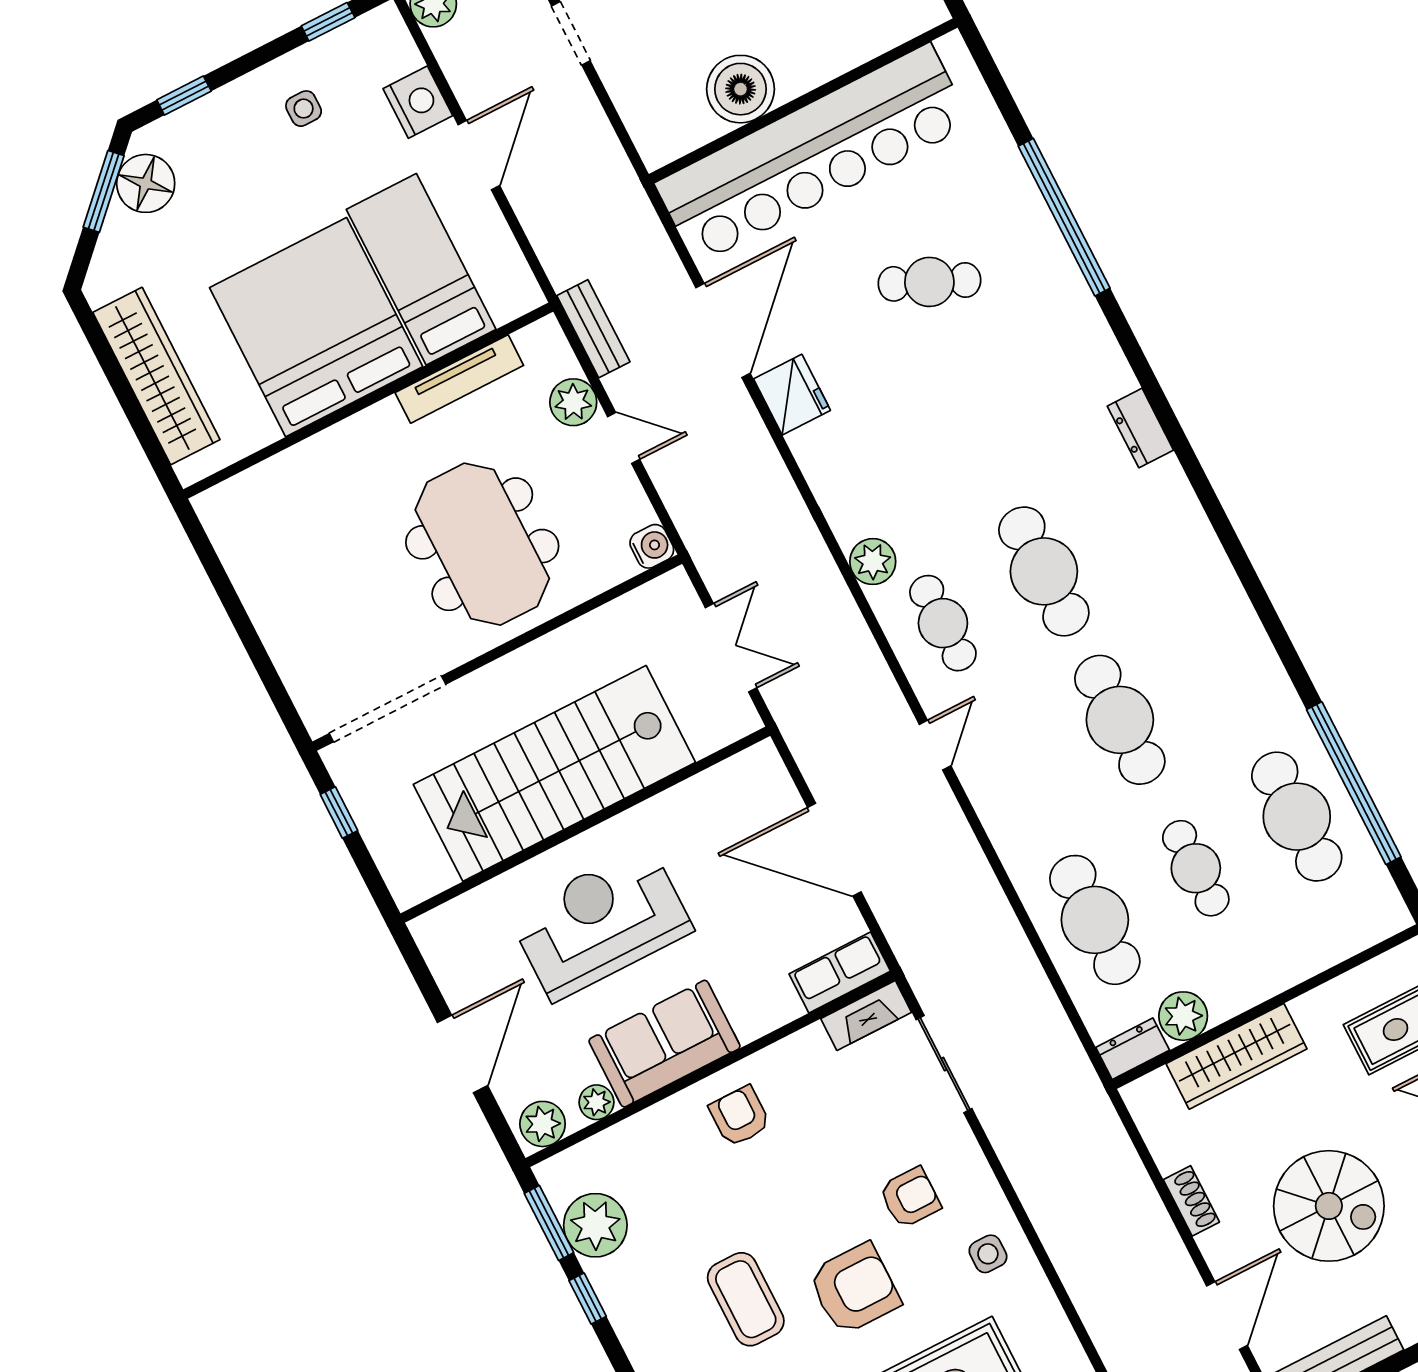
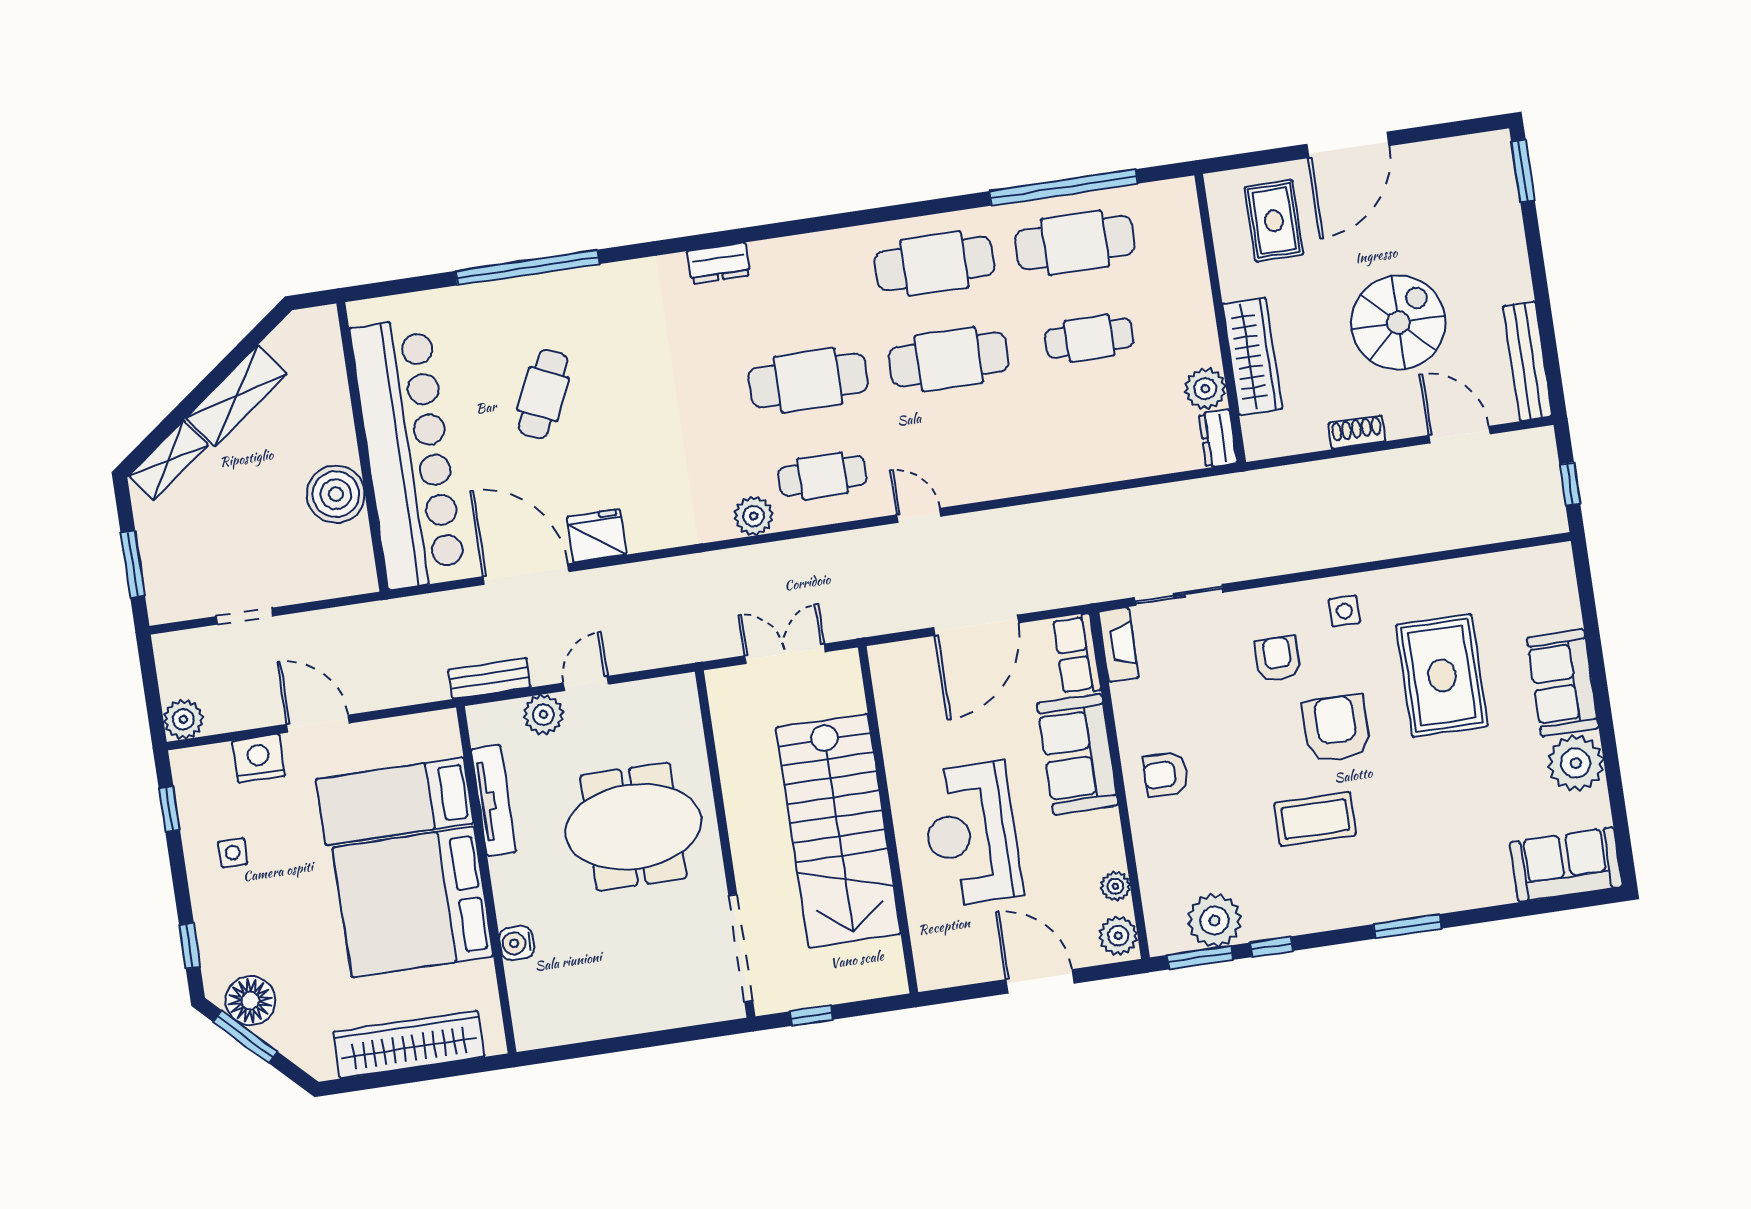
water cooler: (652, 546) -> (517, 943), moved, turned -90
cafe table: (1095, 920) -> (934, 264), moved
sofa: (665, 1044) -> (1077, 754), moved

